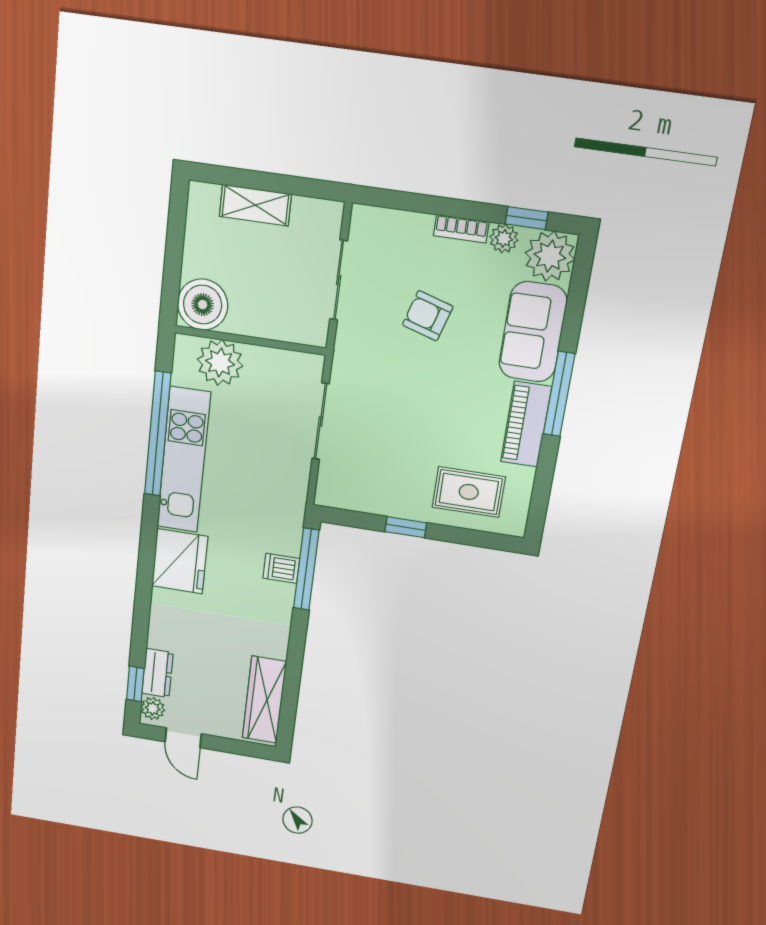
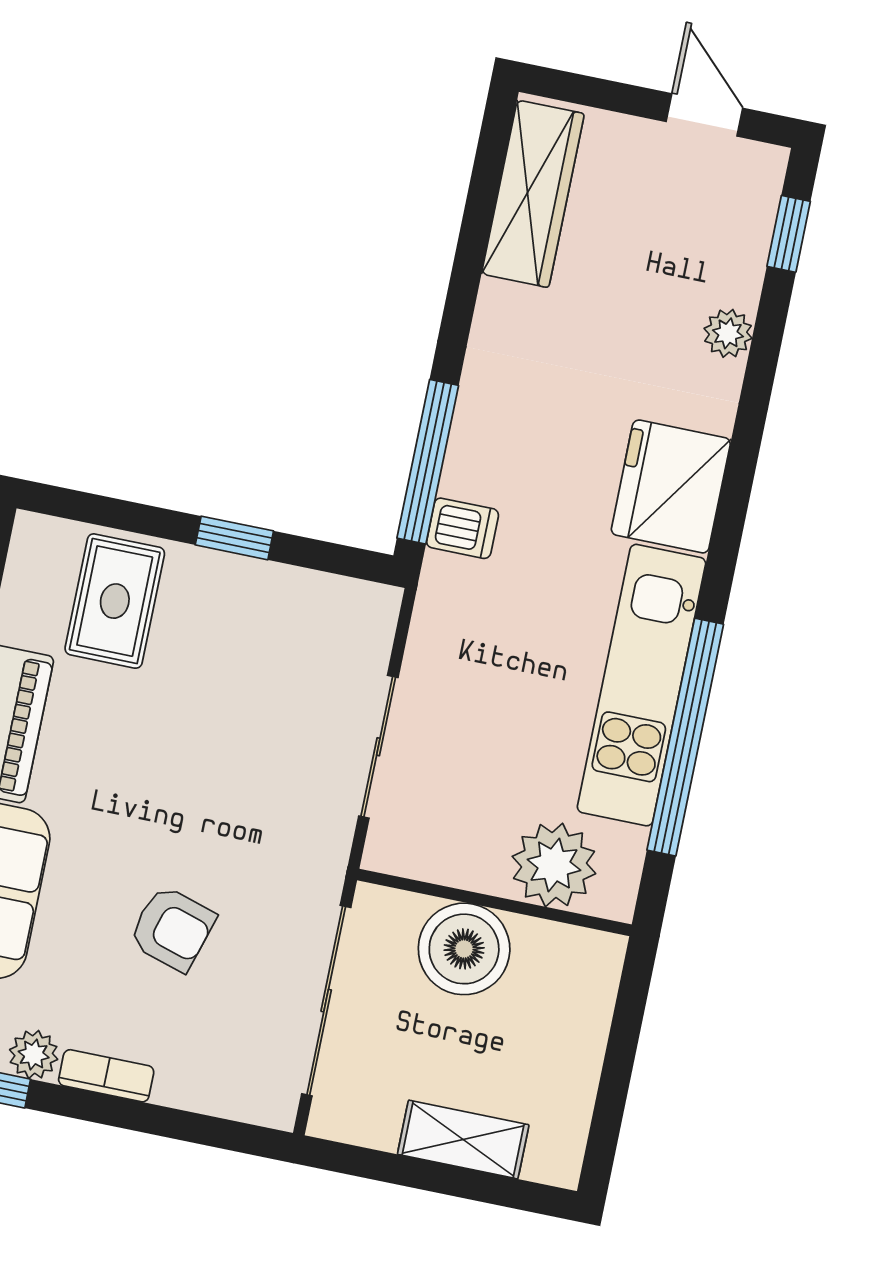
sliding door: (339, 280) -> (326, 1001), width x1.37
boiler: (203, 305) -> (464, 949), moved
rug: (469, 492) -> (115, 601), turned 90
dishwasher: (281, 568) -> (463, 528), moved
dresser: (158, 673) -> (741, 256), removed
plant: (153, 708) -> (728, 333), moved

